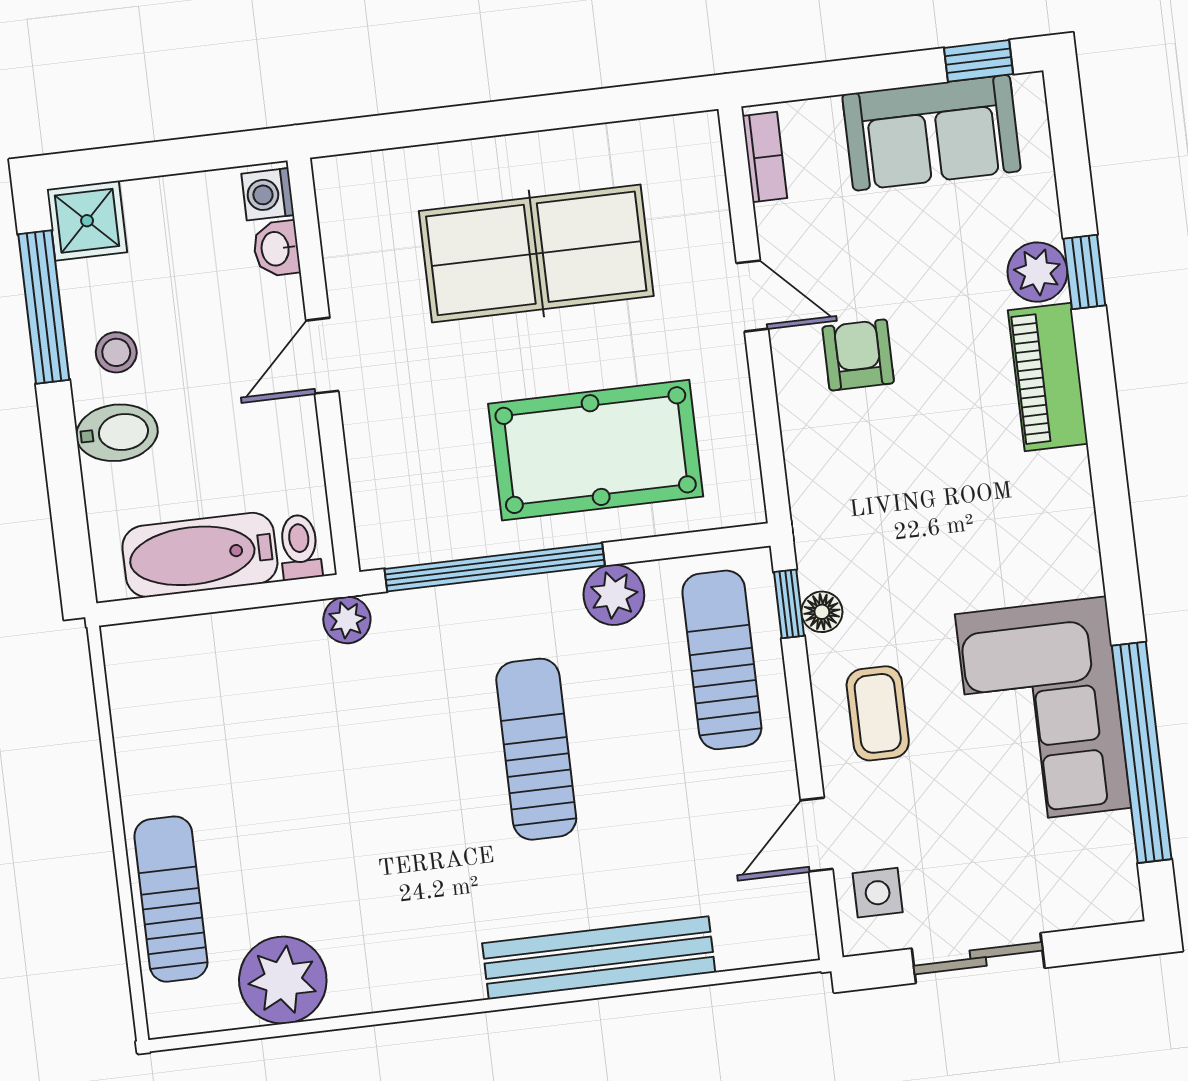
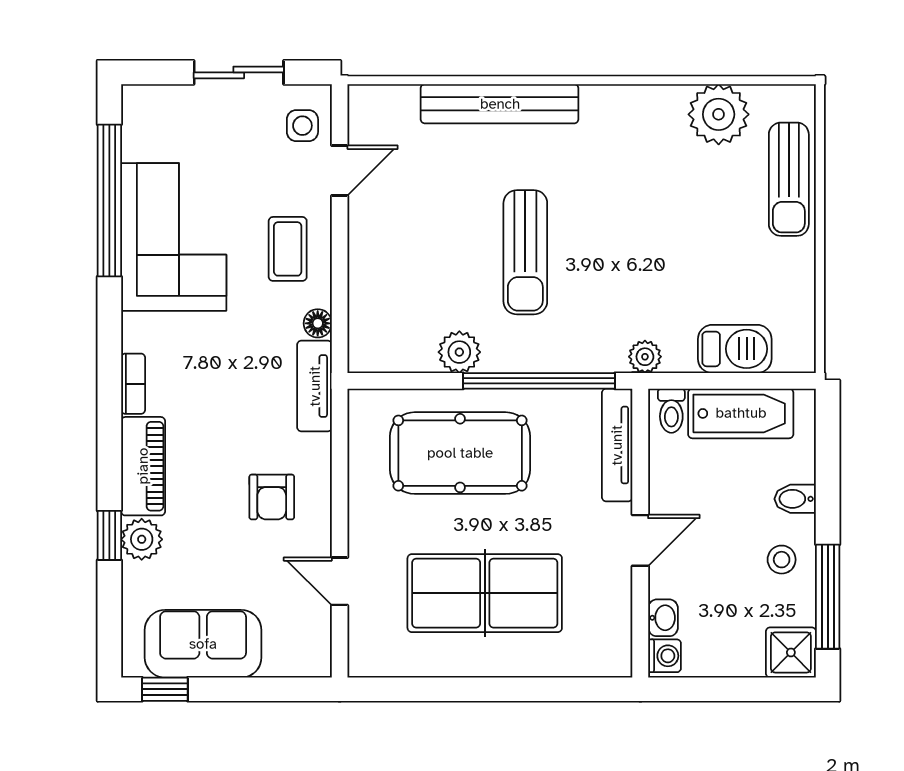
bookcase: (765, 157) -> (133, 384), moved, turned 180
door: (752, 296) -> (340, 581), moved
bidet: (117, 433) -> (795, 499), width x0.72, depth x0.74
tv unit: (372, 489) -> (617, 445), added
tv unit: (816, 521) -> (315, 386), added
window: (789, 604) -> (340, 331), removed
barbecue: (219, 646) -> (735, 349), added
sun lounger: (722, 660) -> (390, 298), removed

